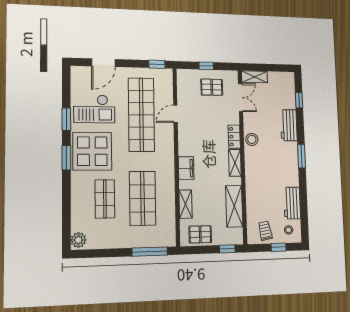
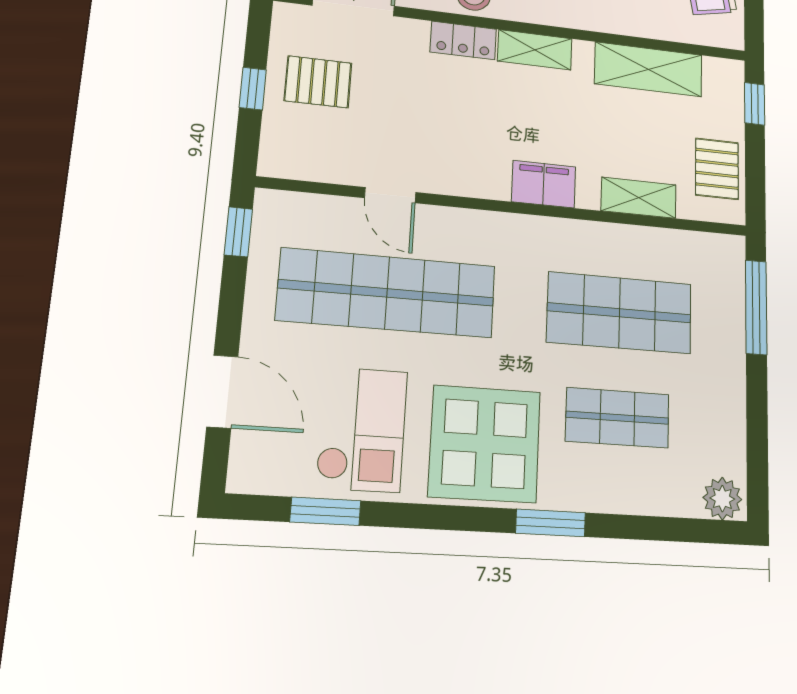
pallet: (212, 87) -> (318, 82), turned 90
window: (66, 119) -> (325, 511), moved
window: (66, 158) -> (551, 523), moved

